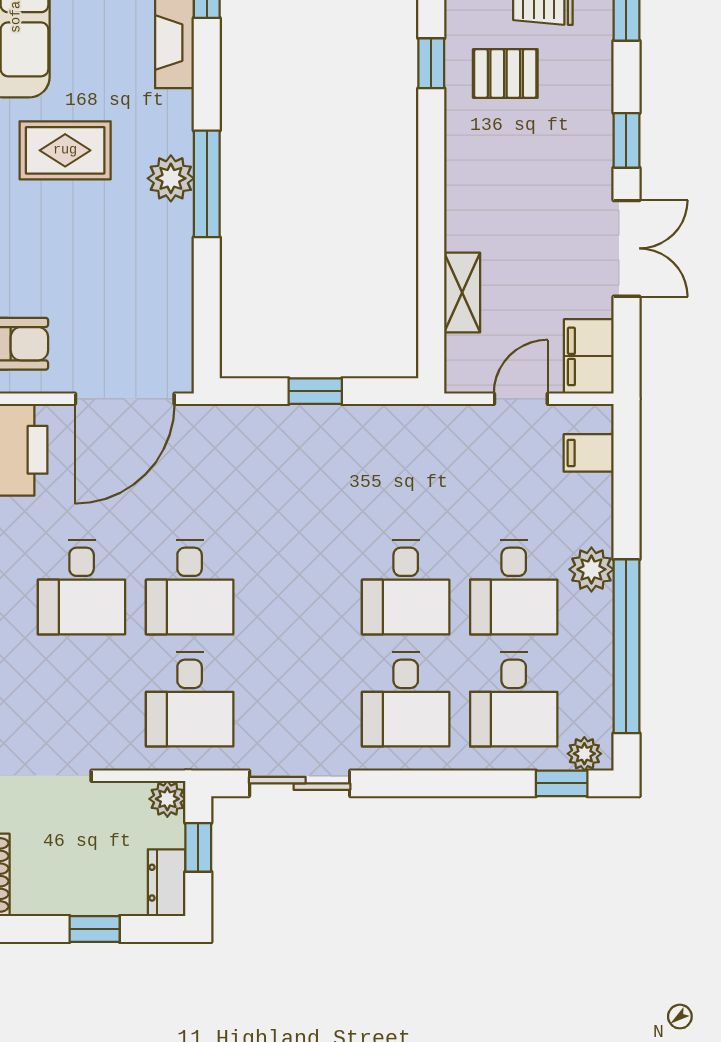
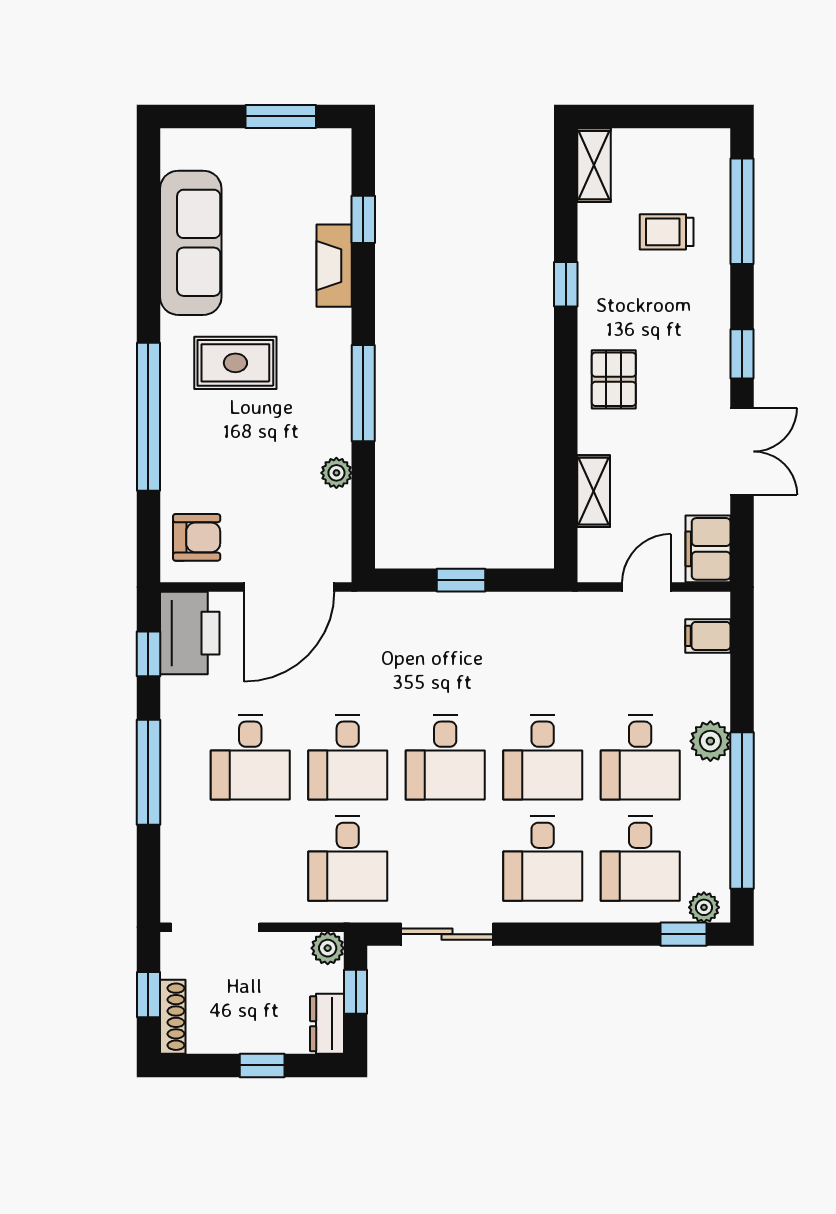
pallet: (505, 73) -> (614, 379), moved, turned 90
plant: (171, 178) -> (336, 473), moved, width x0.73, depth x0.73
desk: (298, 587) -> (445, 757), added

